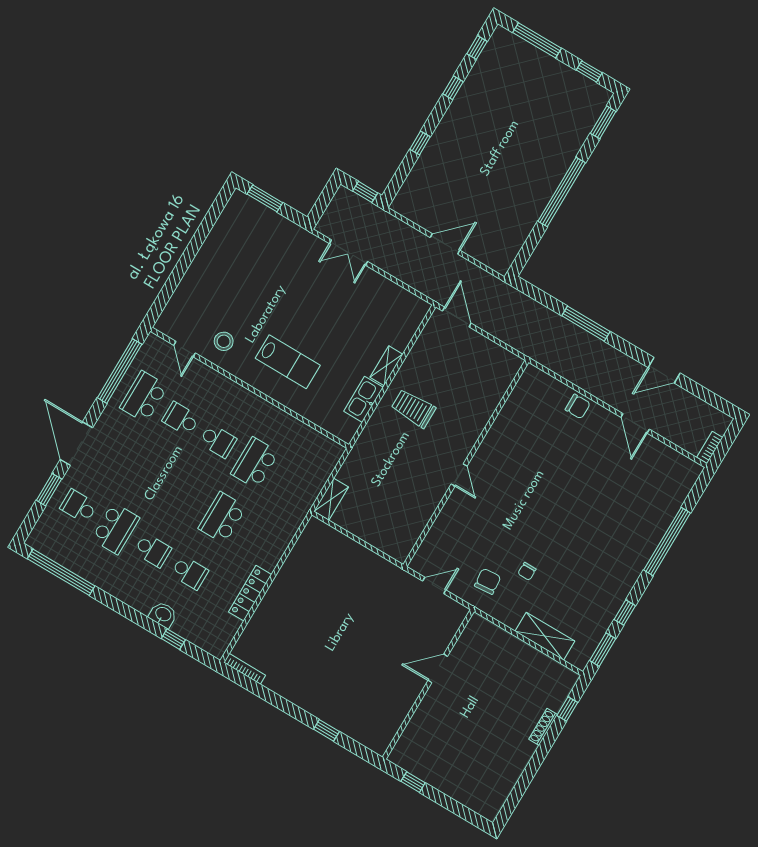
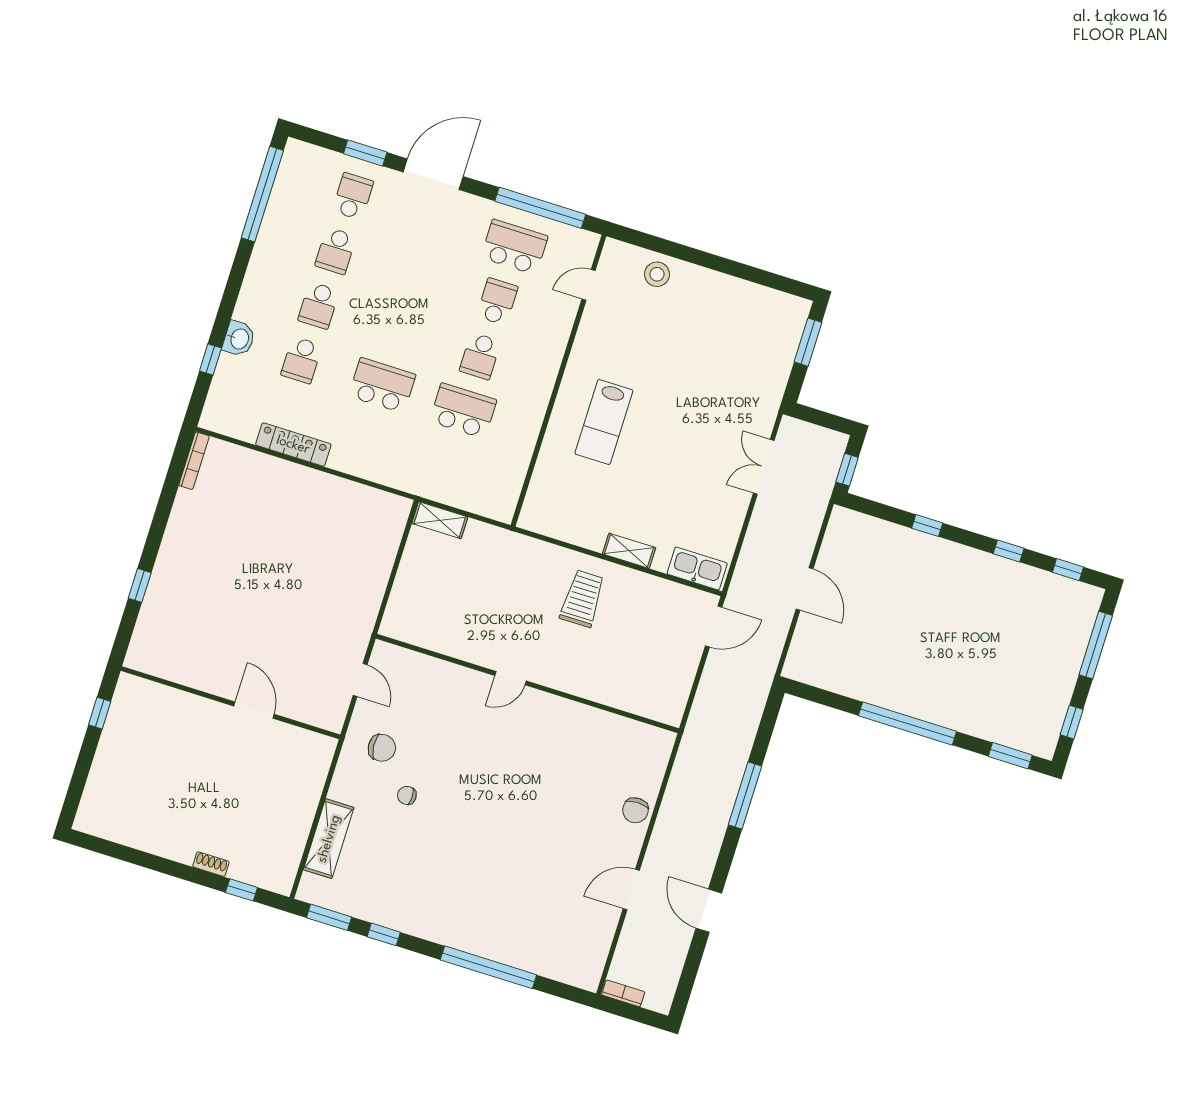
stool: (224, 341) -> (657, 274), moved
kitchen sink: (364, 399) -> (697, 568), moved
school desk: (116, 528) -> (336, 251), width x0.54
shoe rack: (543, 727) -> (211, 864), width x0.70

